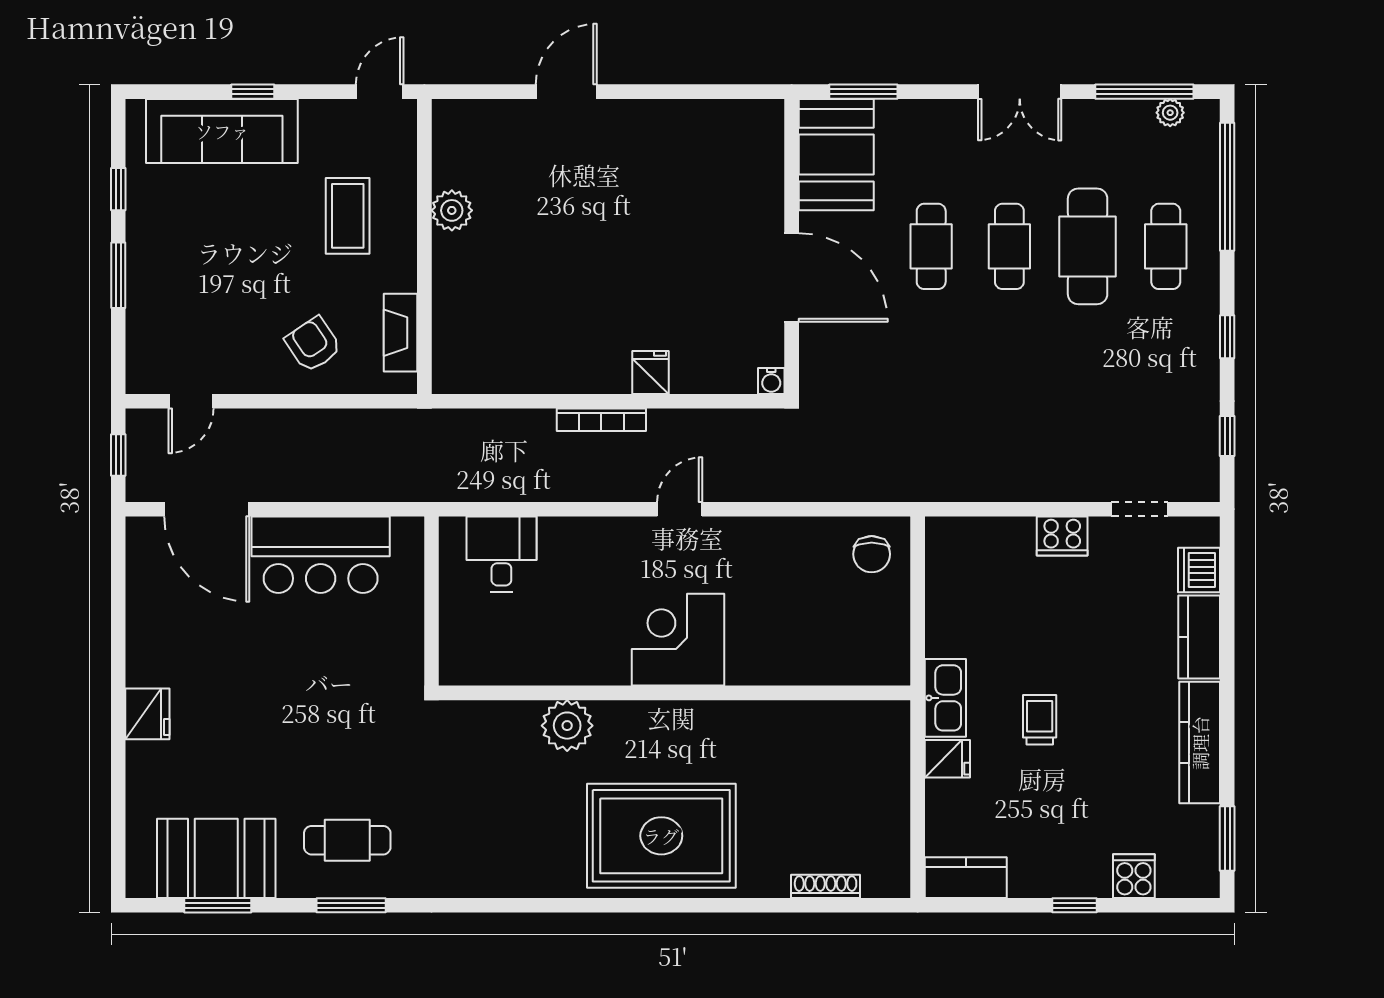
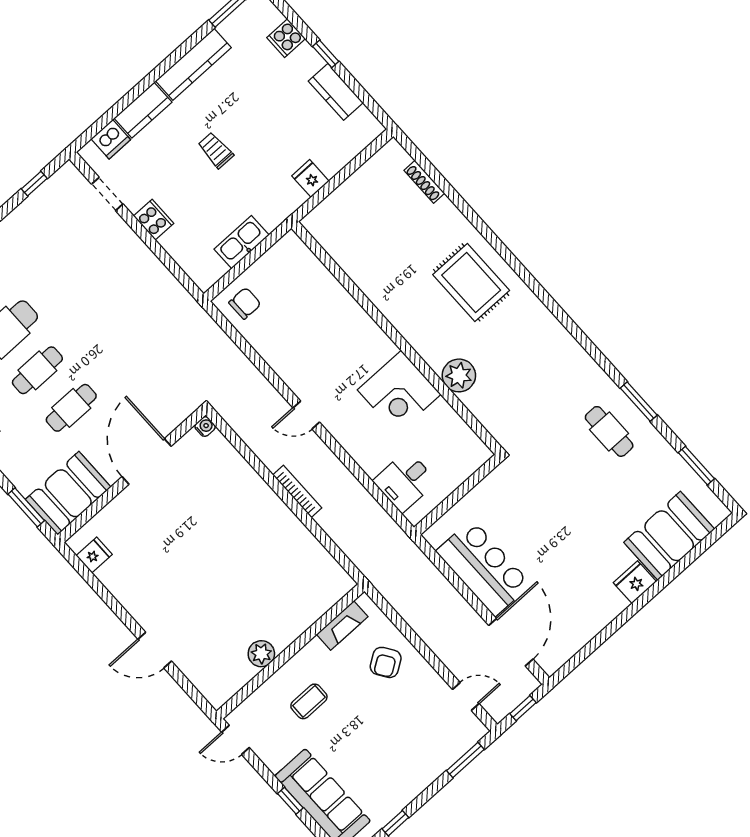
coffee table: (348, 216) -> (309, 701), width x0.73, depth x0.77
window: (118, 275) -> (465, 760), moved
fridge: (651, 372) -> (94, 555), moved, turned 180
corner desk: (678, 640) -> (399, 392), moved
kitchen sink: (945, 698) -> (242, 242), moved
trolley: (1040, 720) -> (216, 150), moved, turned 90
rug: (661, 836) -> (471, 283), width x0.73, depth x0.69
booth: (216, 858) -> (669, 536), moved, turned 90
kitchen counter: (966, 878) -> (336, 92), moved

